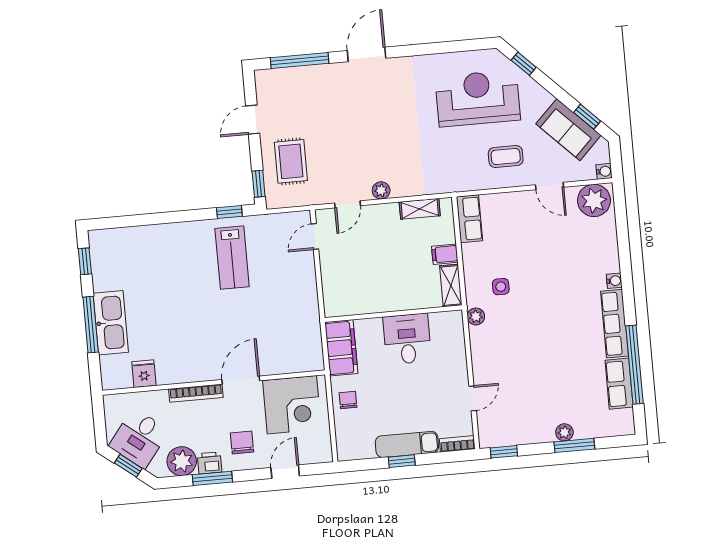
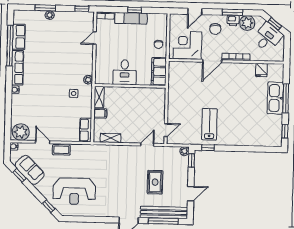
bench: (300, 77) -> (164, 213), added
coffee table: (506, 157) -> (61, 150), moved
rug: (291, 161) -> (155, 182), moved
plant: (381, 190) -> (184, 151), moved

